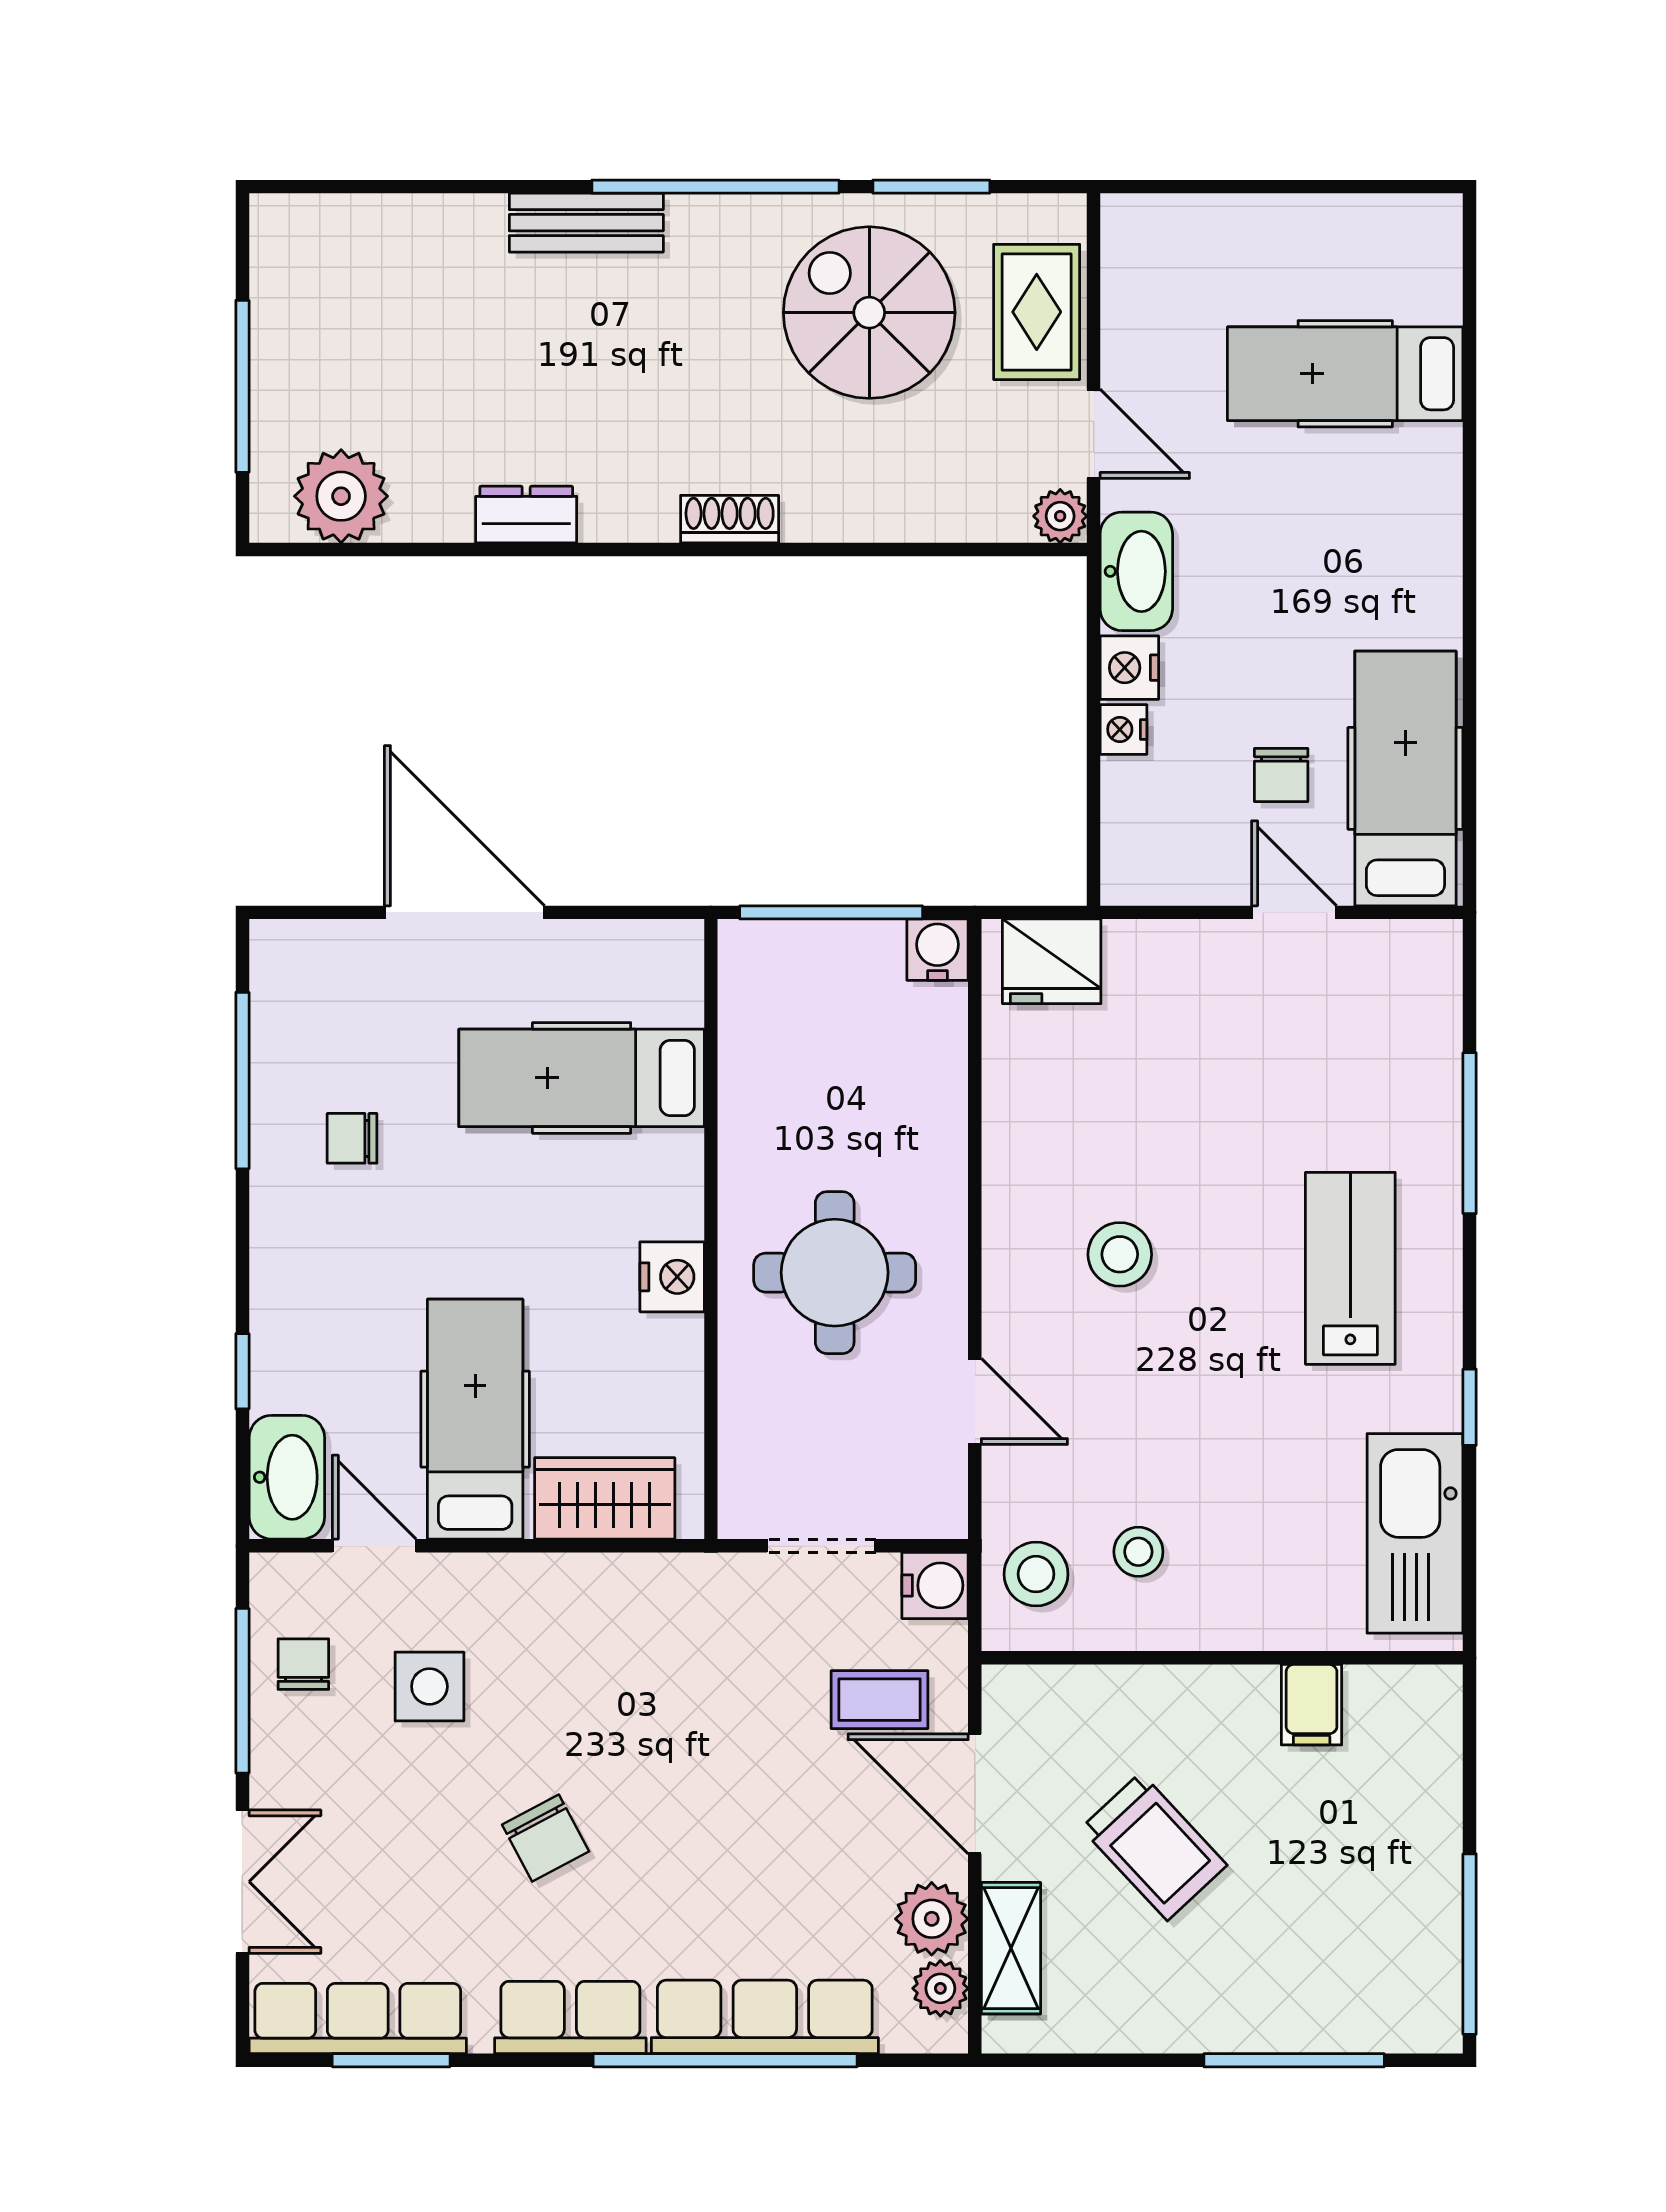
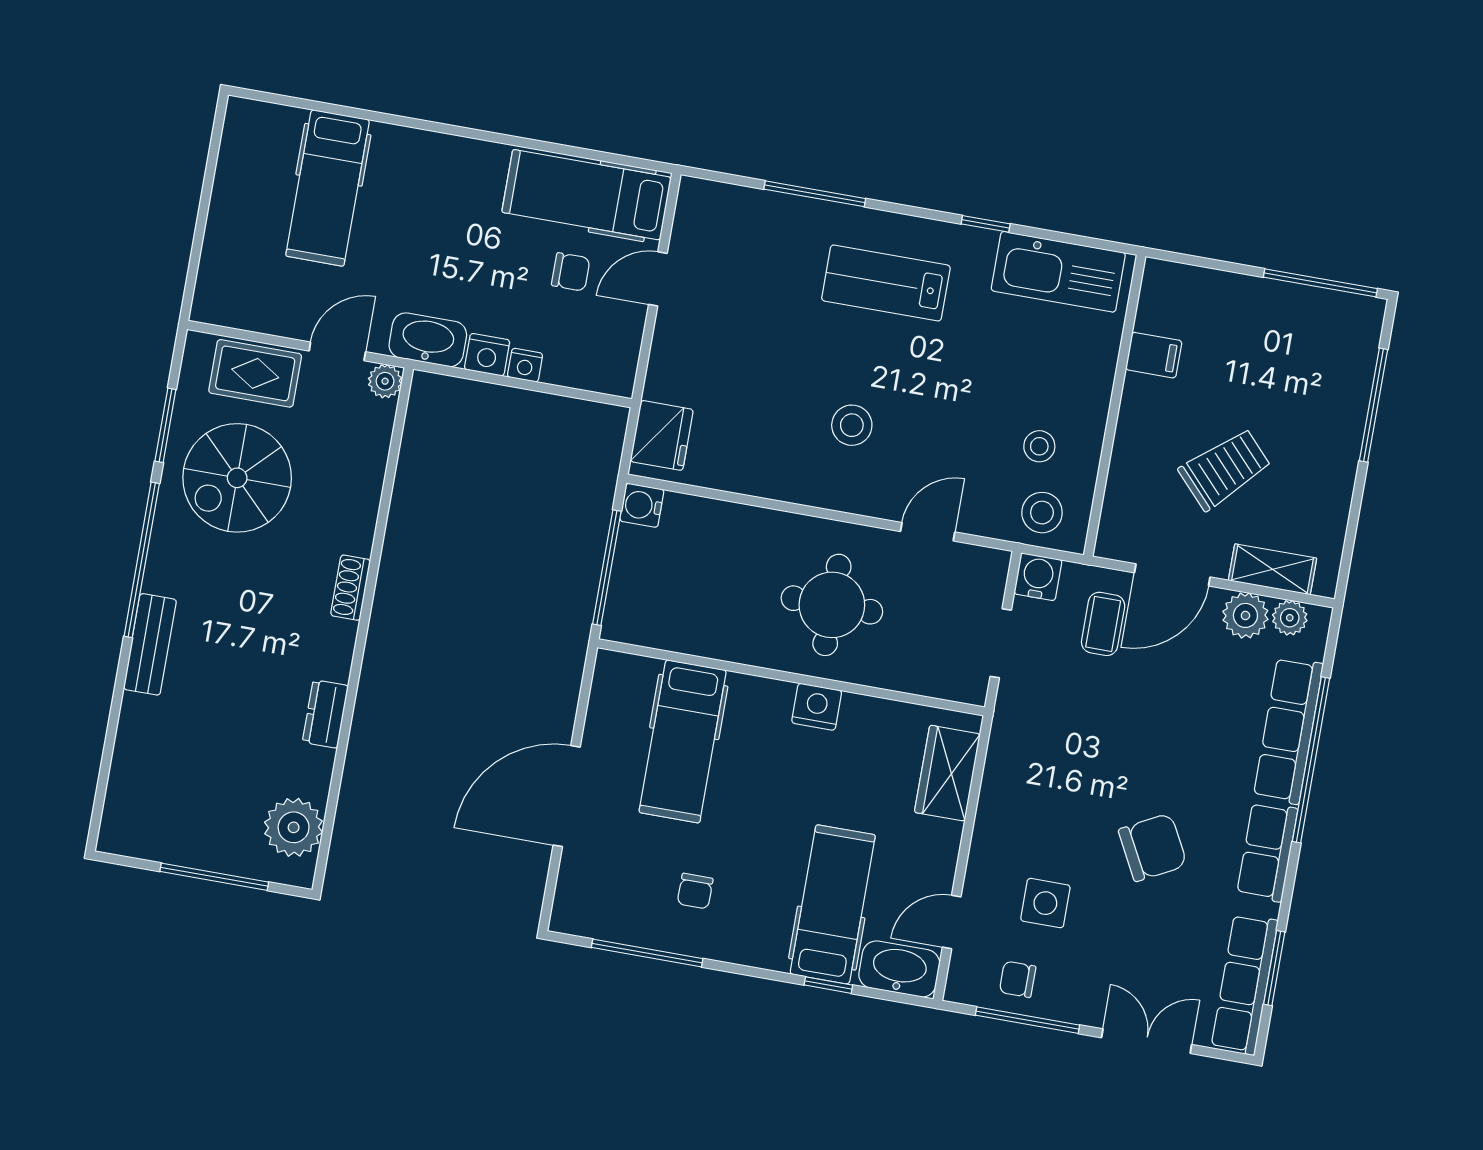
hospital bed: (475, 1419) -> (833, 904), moved, turned 90
chair: (546, 1838) -> (1153, 847), width x1.37, depth x1.37

